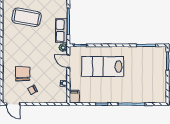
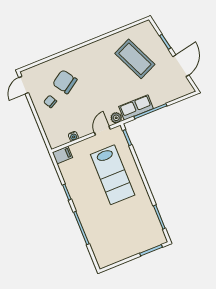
coffee table: (27, 17) -> (135, 59), turned -34
lab bench: (103, 67) -> (113, 175), turned 180
chair: (23, 74) -> (65, 82), turned -124

